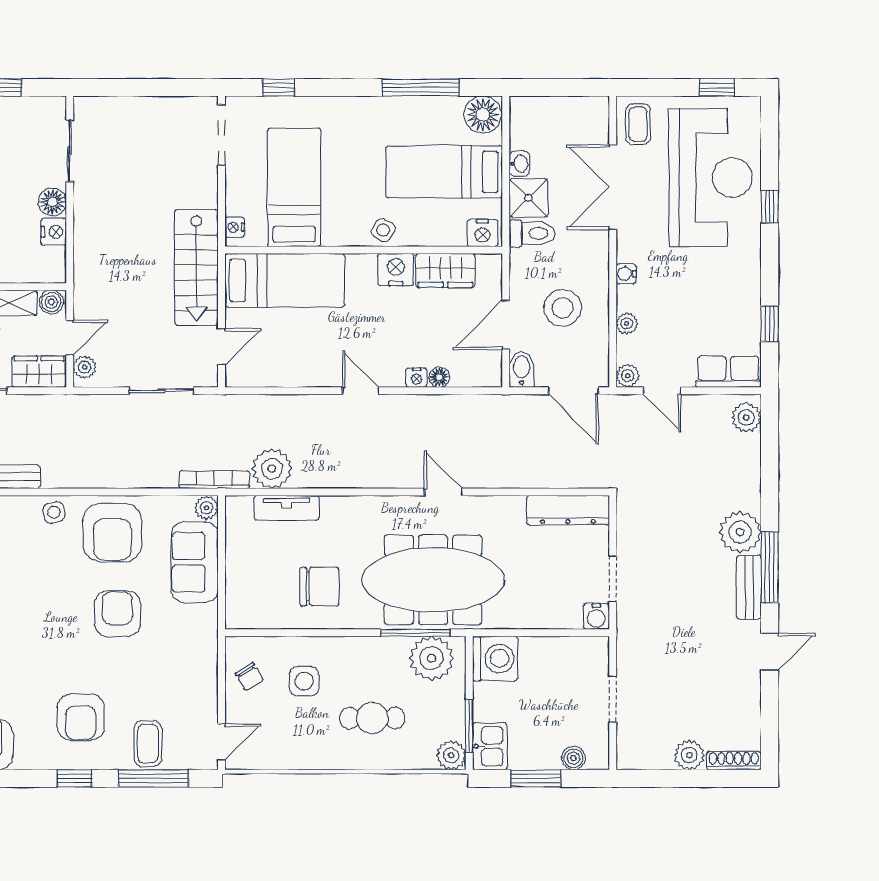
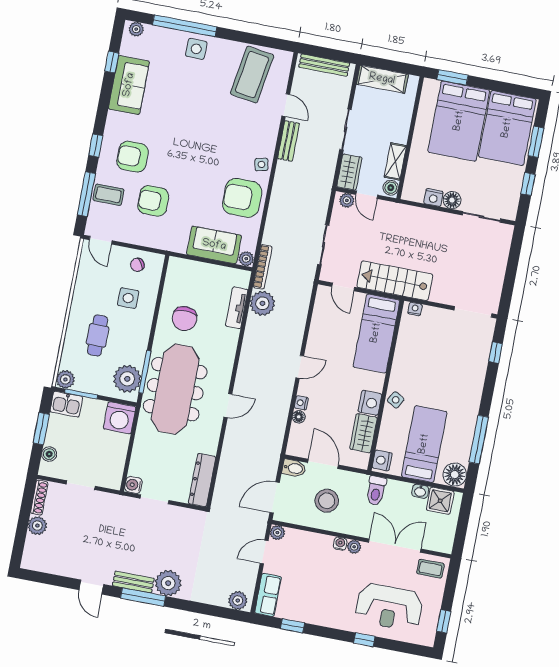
reception desk: (711, 178) -> (389, 607), width x0.74, depth x0.77
bed: (294, 187) -> (432, 350), removed
shower: (528, 198) -> (440, 501), moved
plant: (627, 323) -> (354, 547), moved
armchair: (117, 614) -> (153, 201), moved, turned 180
shoe rack: (734, 761) -> (39, 498), moved

